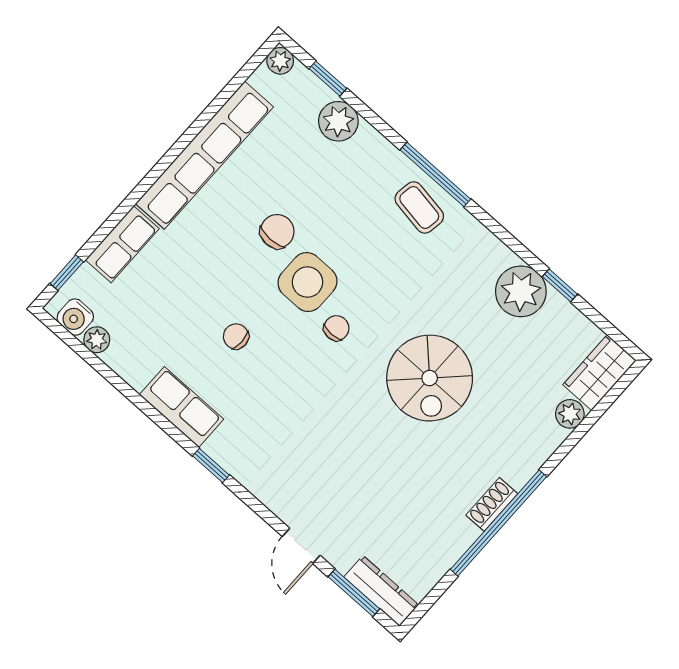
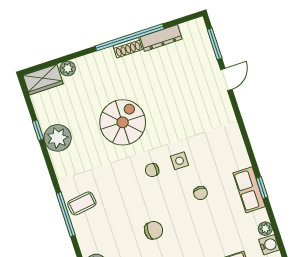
coffee table: (419, 207) -> (82, 203), turned 73
chair: (277, 231) -> (154, 230), turned 180
side table: (307, 282) -> (180, 161), moved, width x0.54, depth x0.54
row of seats: (181, 407) -> (249, 190), moved
window: (211, 465) -> (262, 188), moved
dresser: (381, 591) -> (161, 38), moved, turned -90

